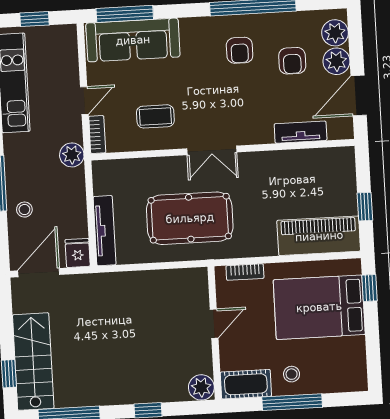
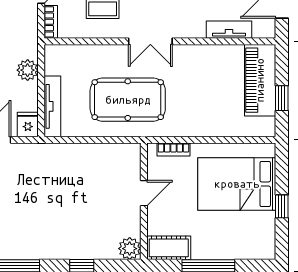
plant: (72, 155) -> (28, 70), moved
piano: (319, 236) -> (260, 80), moved, turned -90
window: (369, 288) -> (282, 206), moved
stool: (292, 374) -> (209, 241), removed

